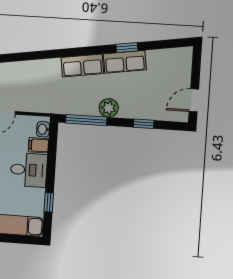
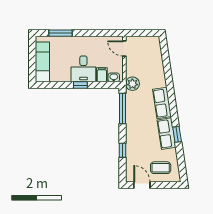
coffee table: (171, 73) -> (161, 168), added
plant: (109, 108) -> (132, 84), moved
window: (49, 202) -> (80, 85), moved

